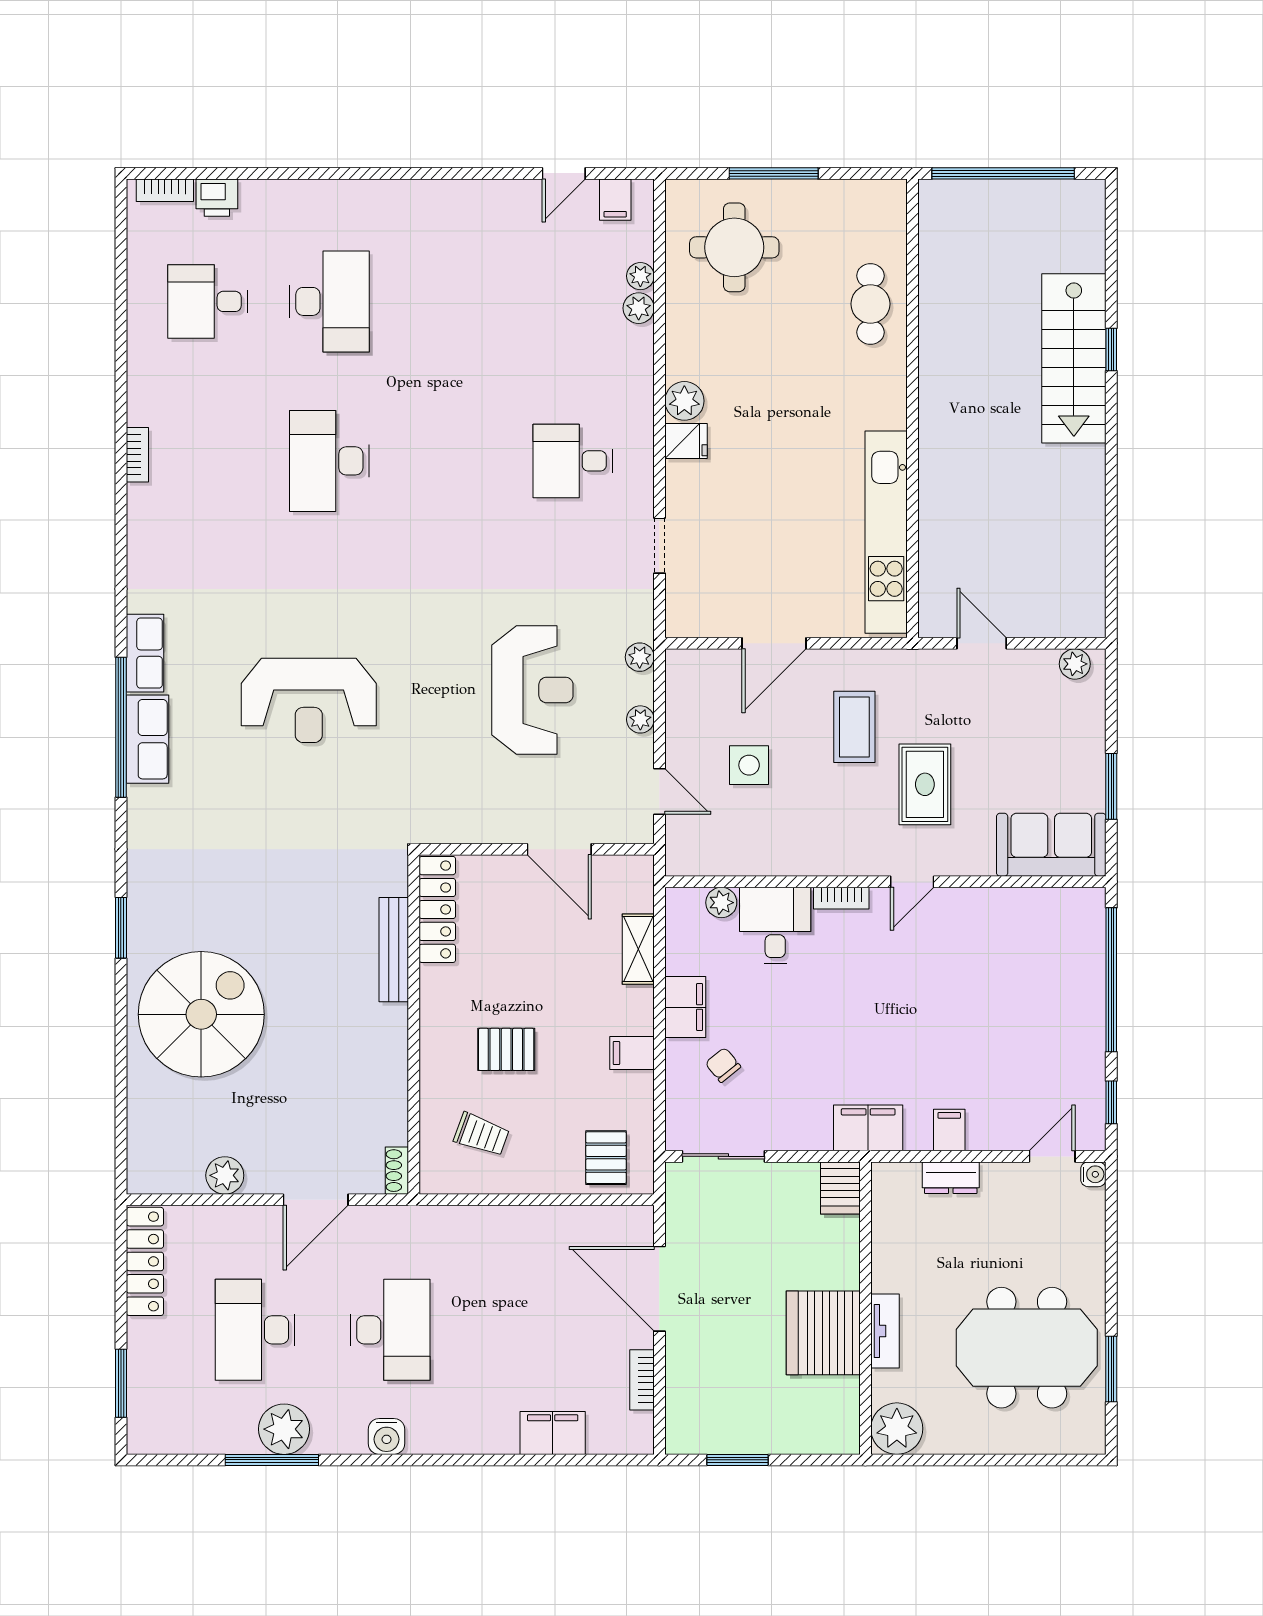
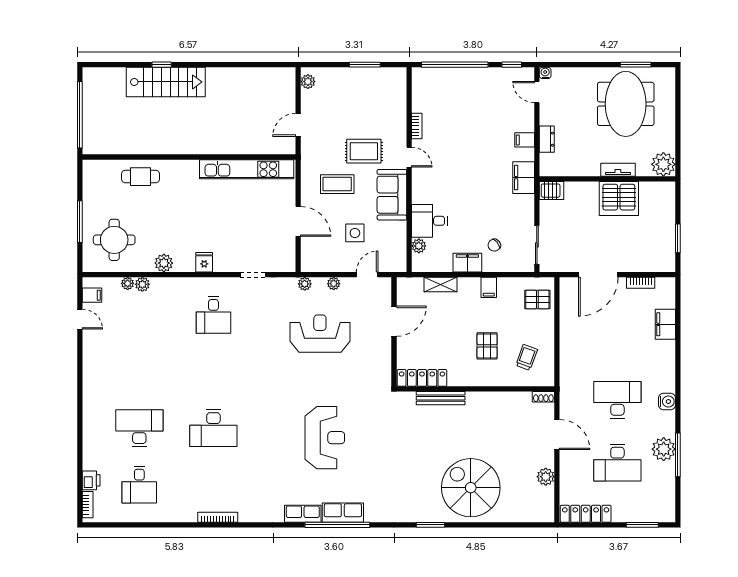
plant: (684, 401) -> (164, 263), moved
bookcase: (137, 455) -> (218, 517), width x1.56
sofa: (1051, 845) -> (392, 195), moved
bookcase: (841, 898) -> (417, 126), moved

